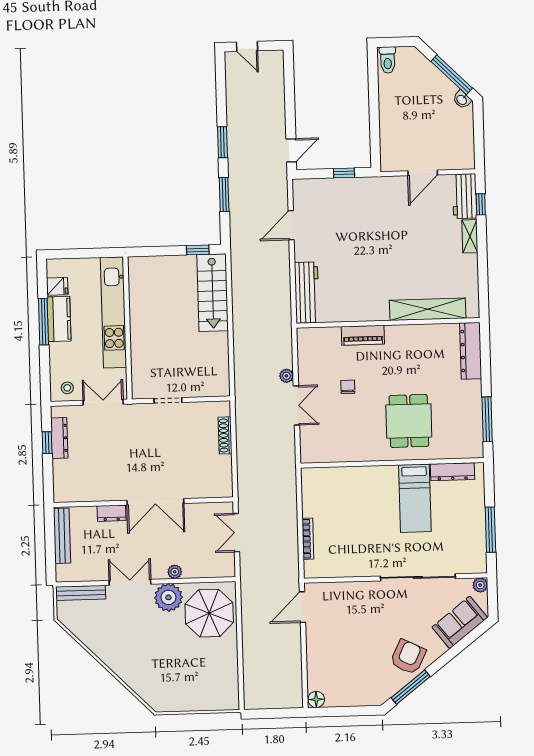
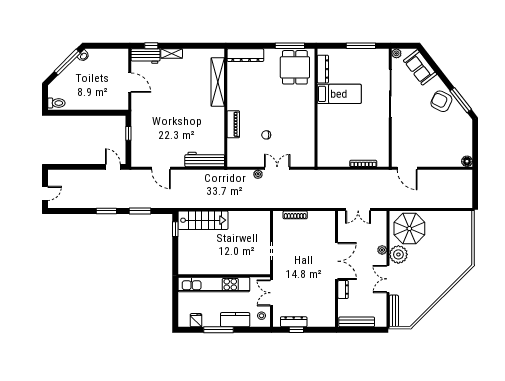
kitchen counter: (59, 319) -> (235, 320), moved
dining table: (409, 421) -> (295, 67), moved, turned 90

